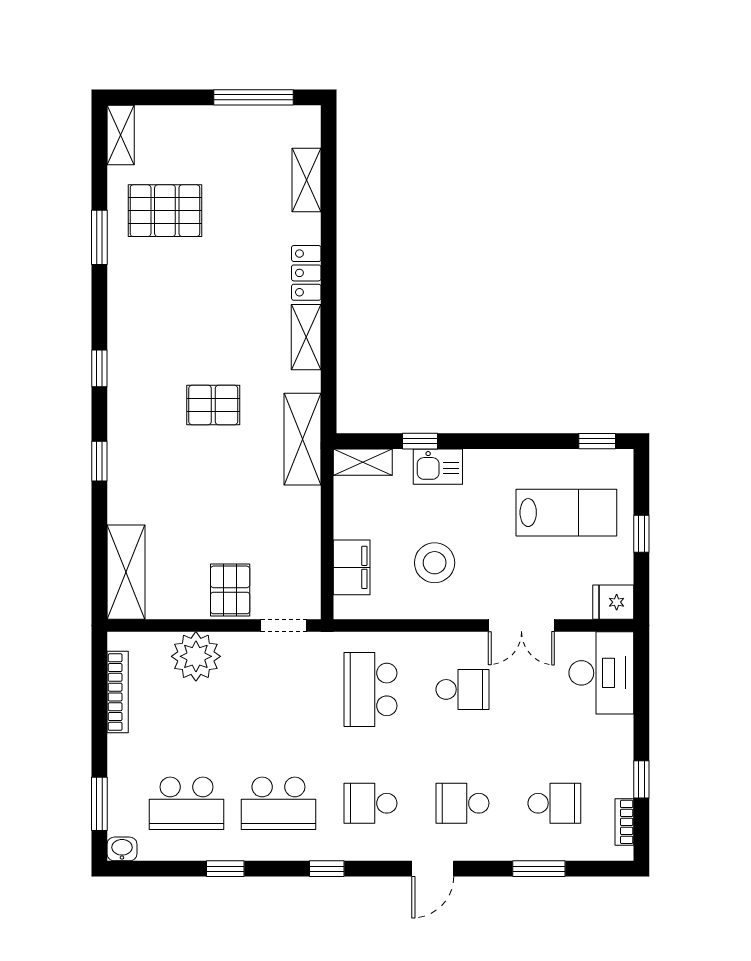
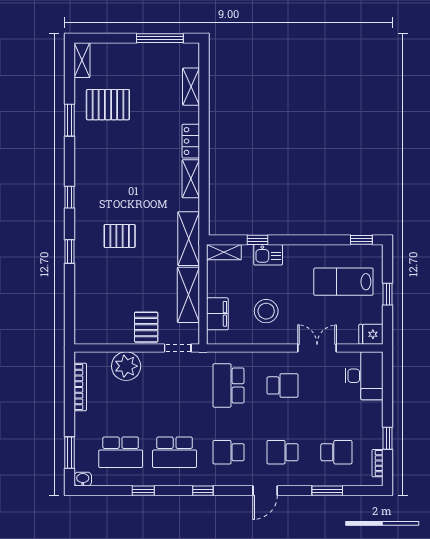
pallet: (213, 405) -> (120, 236), moved
lab bench: (566, 513) -> (343, 282), turned 180
shelving: (126, 572) -> (188, 295), moved
double door: (521, 626) -> (317, 348), swing flipped

